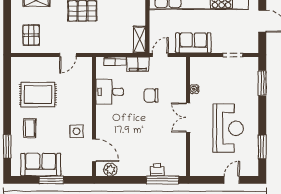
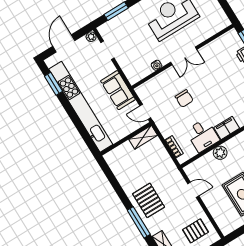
plant: (253, 48) -> (91, 37), added
filing cabinet: (138, 64) -> (227, 128), moved, turned -90
plant: (85, 98) -> (220, 153), added

